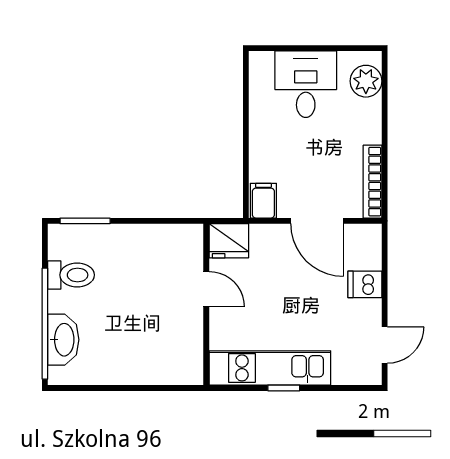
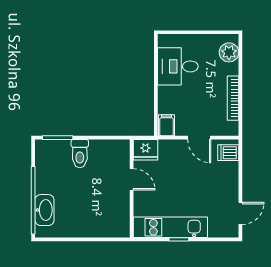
desk: (306, 84) -> (178, 66), moved, turned -90
bookcase: (372, 182) -> (233, 98), moved
door: (317, 221) -> (199, 138), width x0.73
toilet: (71, 275) -> (80, 154), moved, turned 90
dishwasher: (365, 284) -> (228, 153), moved

